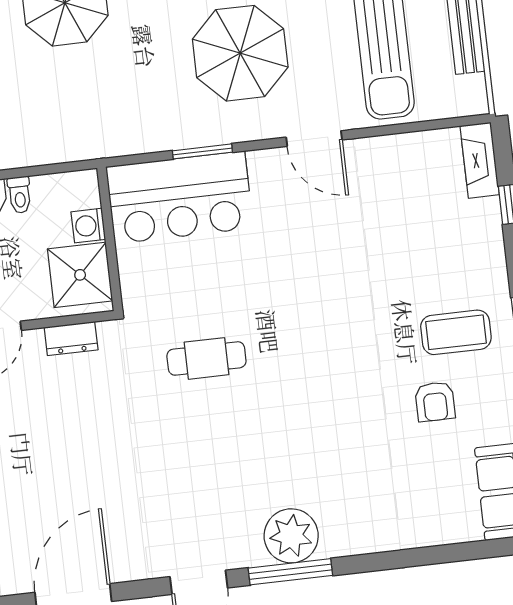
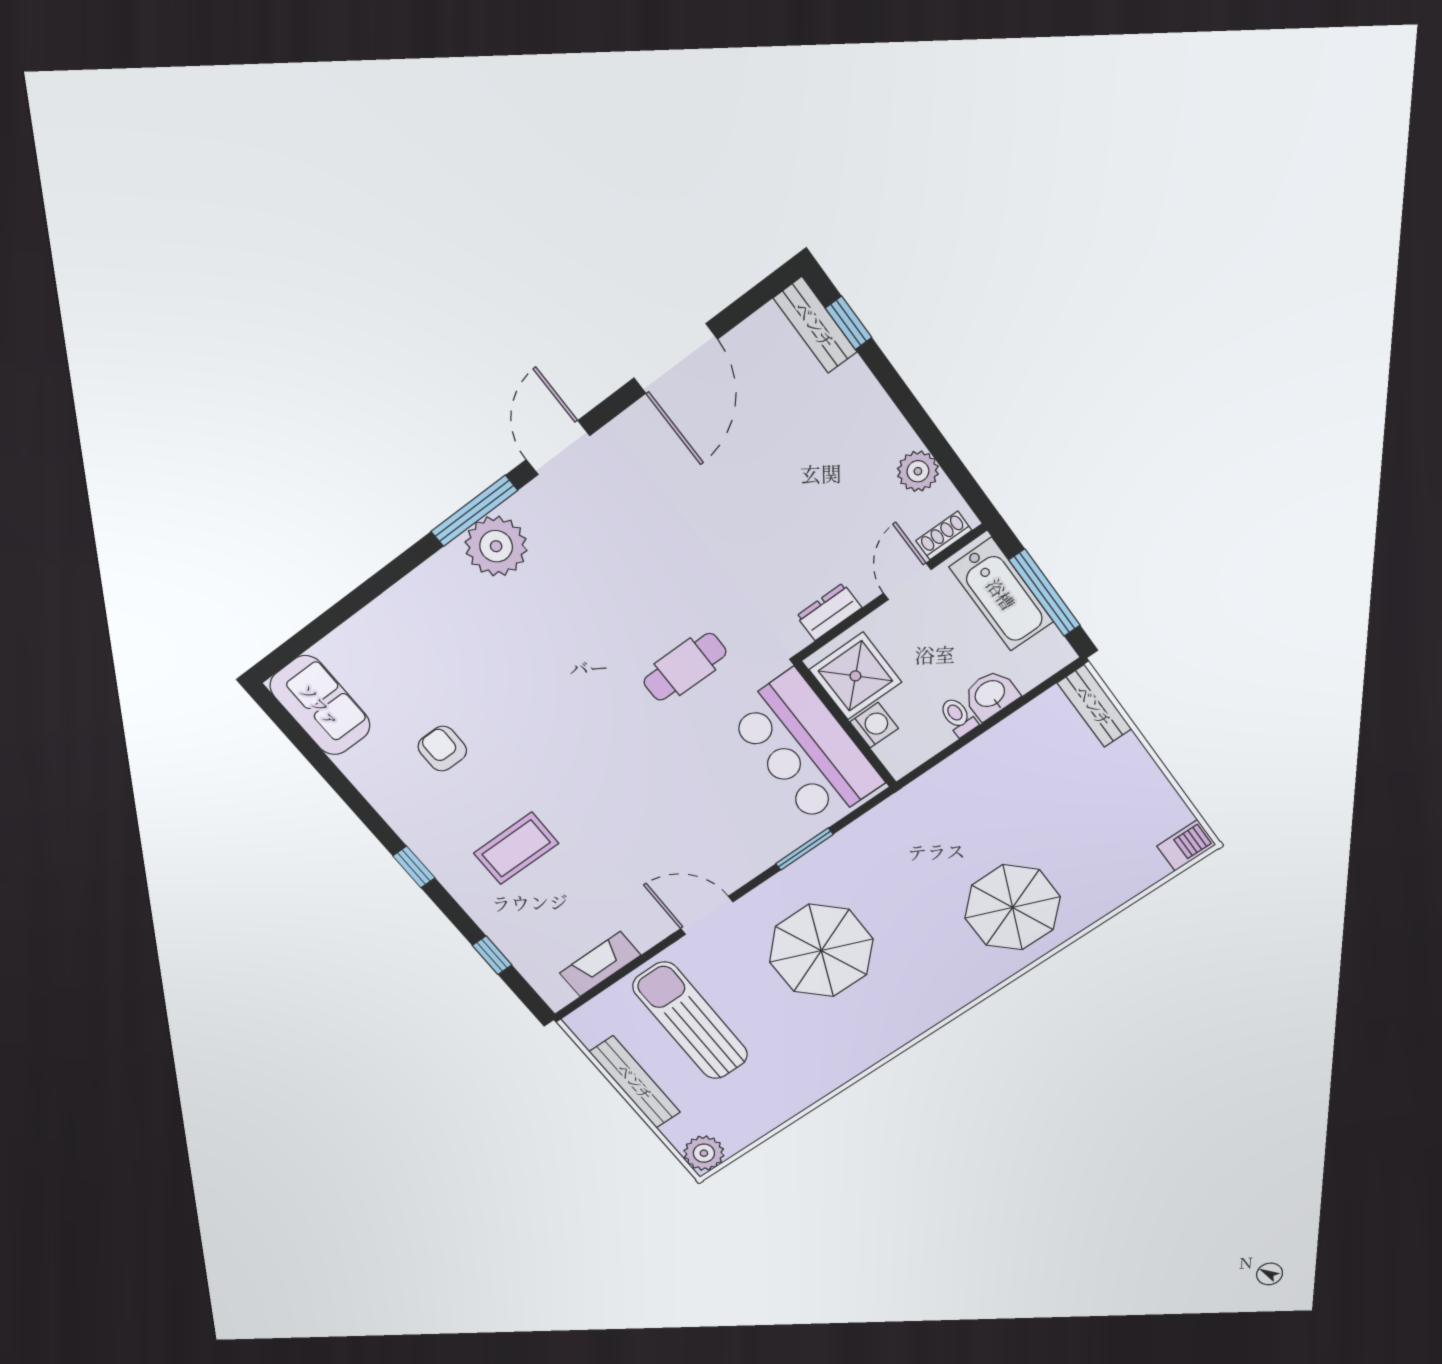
fireplace: (480, 160) -> (600, 964), moved, turned -90
bar counter: (180, 197) -> (806, 749), moved, turned -90
coffee table: (456, 332) -> (516, 848), moved

